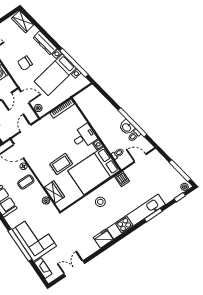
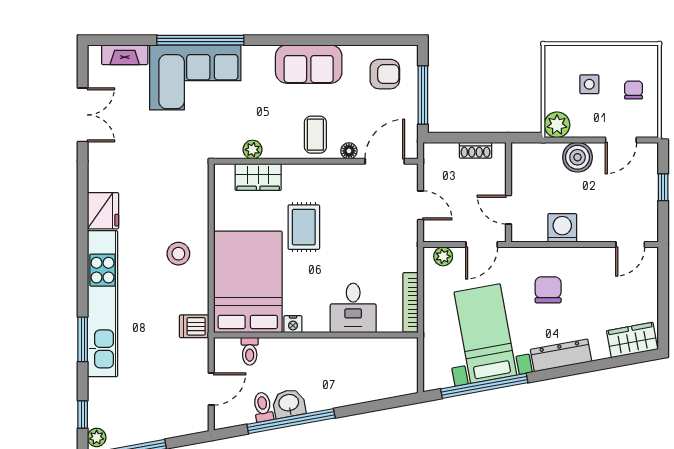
desk: (84, 137) -> (353, 308), moved

